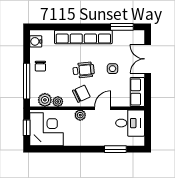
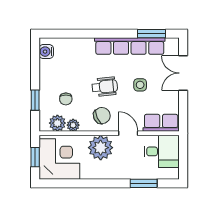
row of seats: (83, 37) -> (130, 46), moved
chair: (40, 66) -> (66, 99), moved
window: (27, 81) -> (35, 100), width x0.46
row of seats: (137, 92) -> (161, 123), moved, turned 90
door: (103, 108) -> (128, 133), hinge flipped
plant: (80, 115) -> (101, 148), width x1.88, depth x1.88

